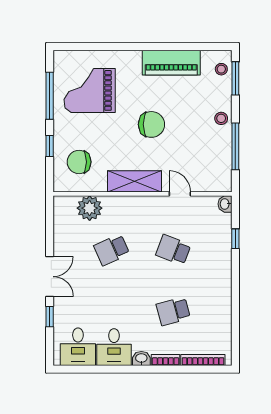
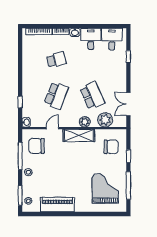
grand piano: (90, 90) -> (105, 188), turned -90
chair: (151, 124) -> (37, 146), moved
door: (180, 194) -> (52, 128), swing flipped
plant: (124, 205) -> (85, 122), added
school desk: (112, 250) -> (92, 96), width x1.85
school desk: (173, 250) -> (56, 96), width x1.85
double door: (50, 277) -> (128, 104), moved

